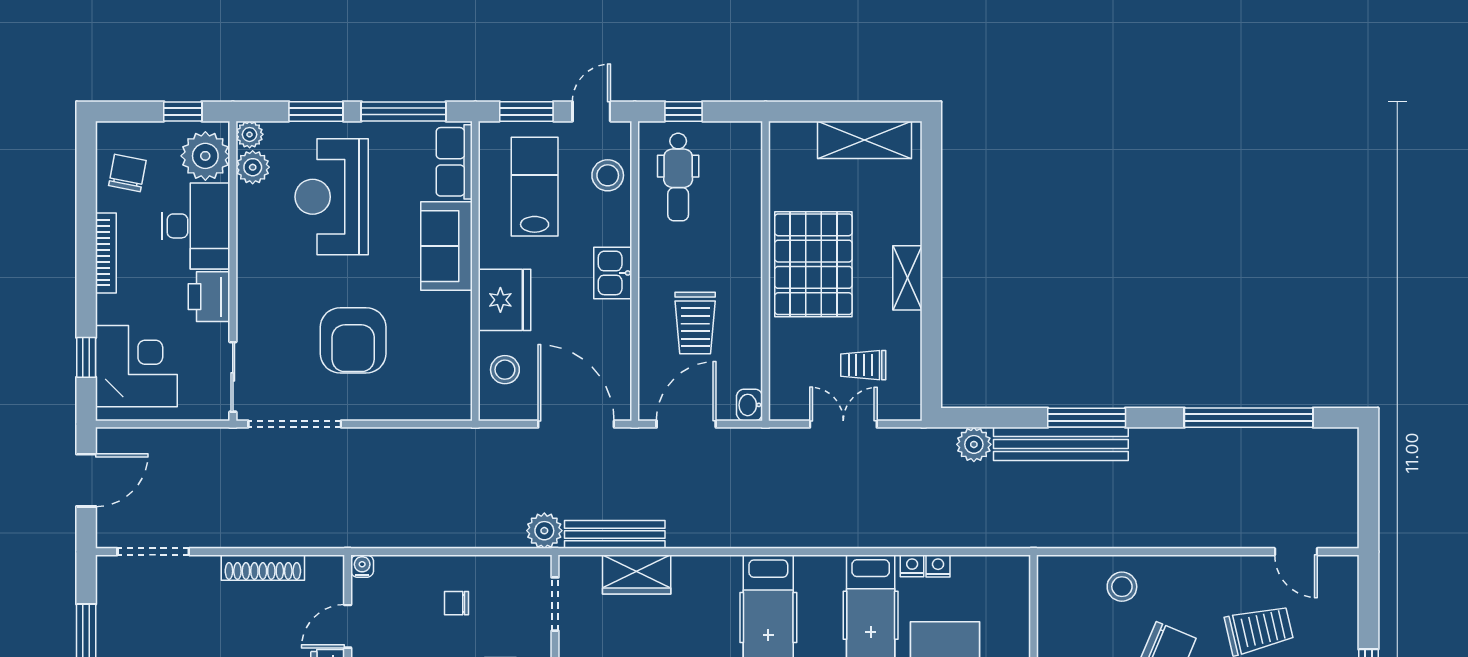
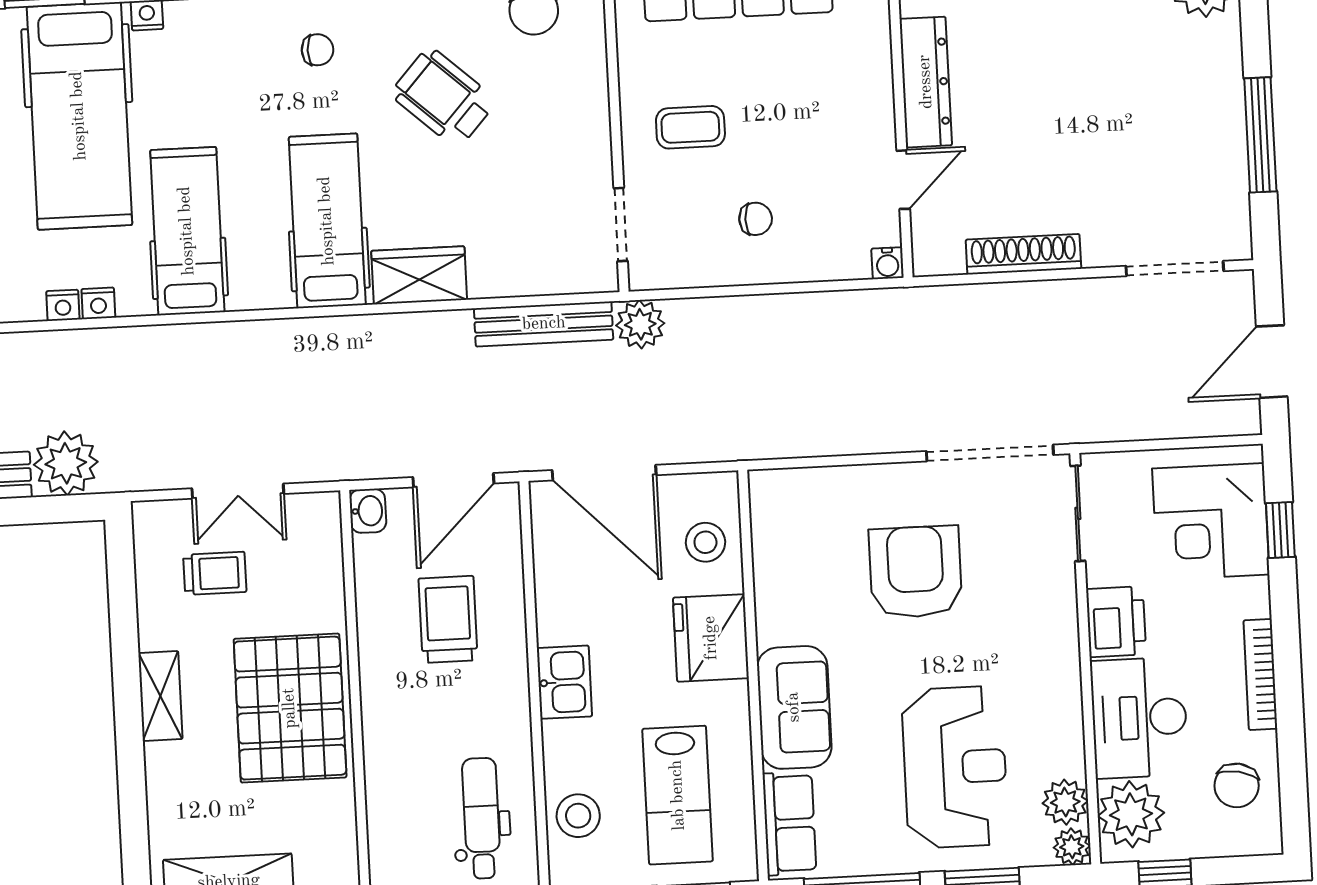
plant: (974, 444) -> (66, 463), width x1.36, depth x1.36
nightstand: (912, 566) -> (63, 305), moved
wardrobe: (637, 575) -> (419, 275), moved

